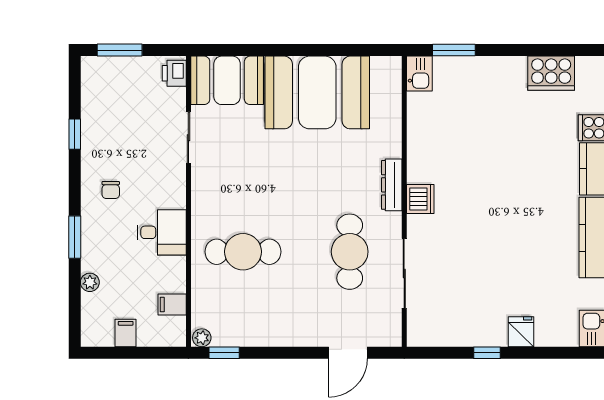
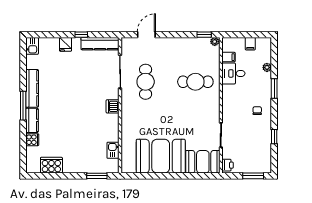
kitchen sink: (419, 74) -> (113, 150), moved
dresser: (392, 185) -> (126, 113), removed
desk: (162, 232) -> (233, 73), moved
kitchen counter: (447, 333) -> (100, 44), added

